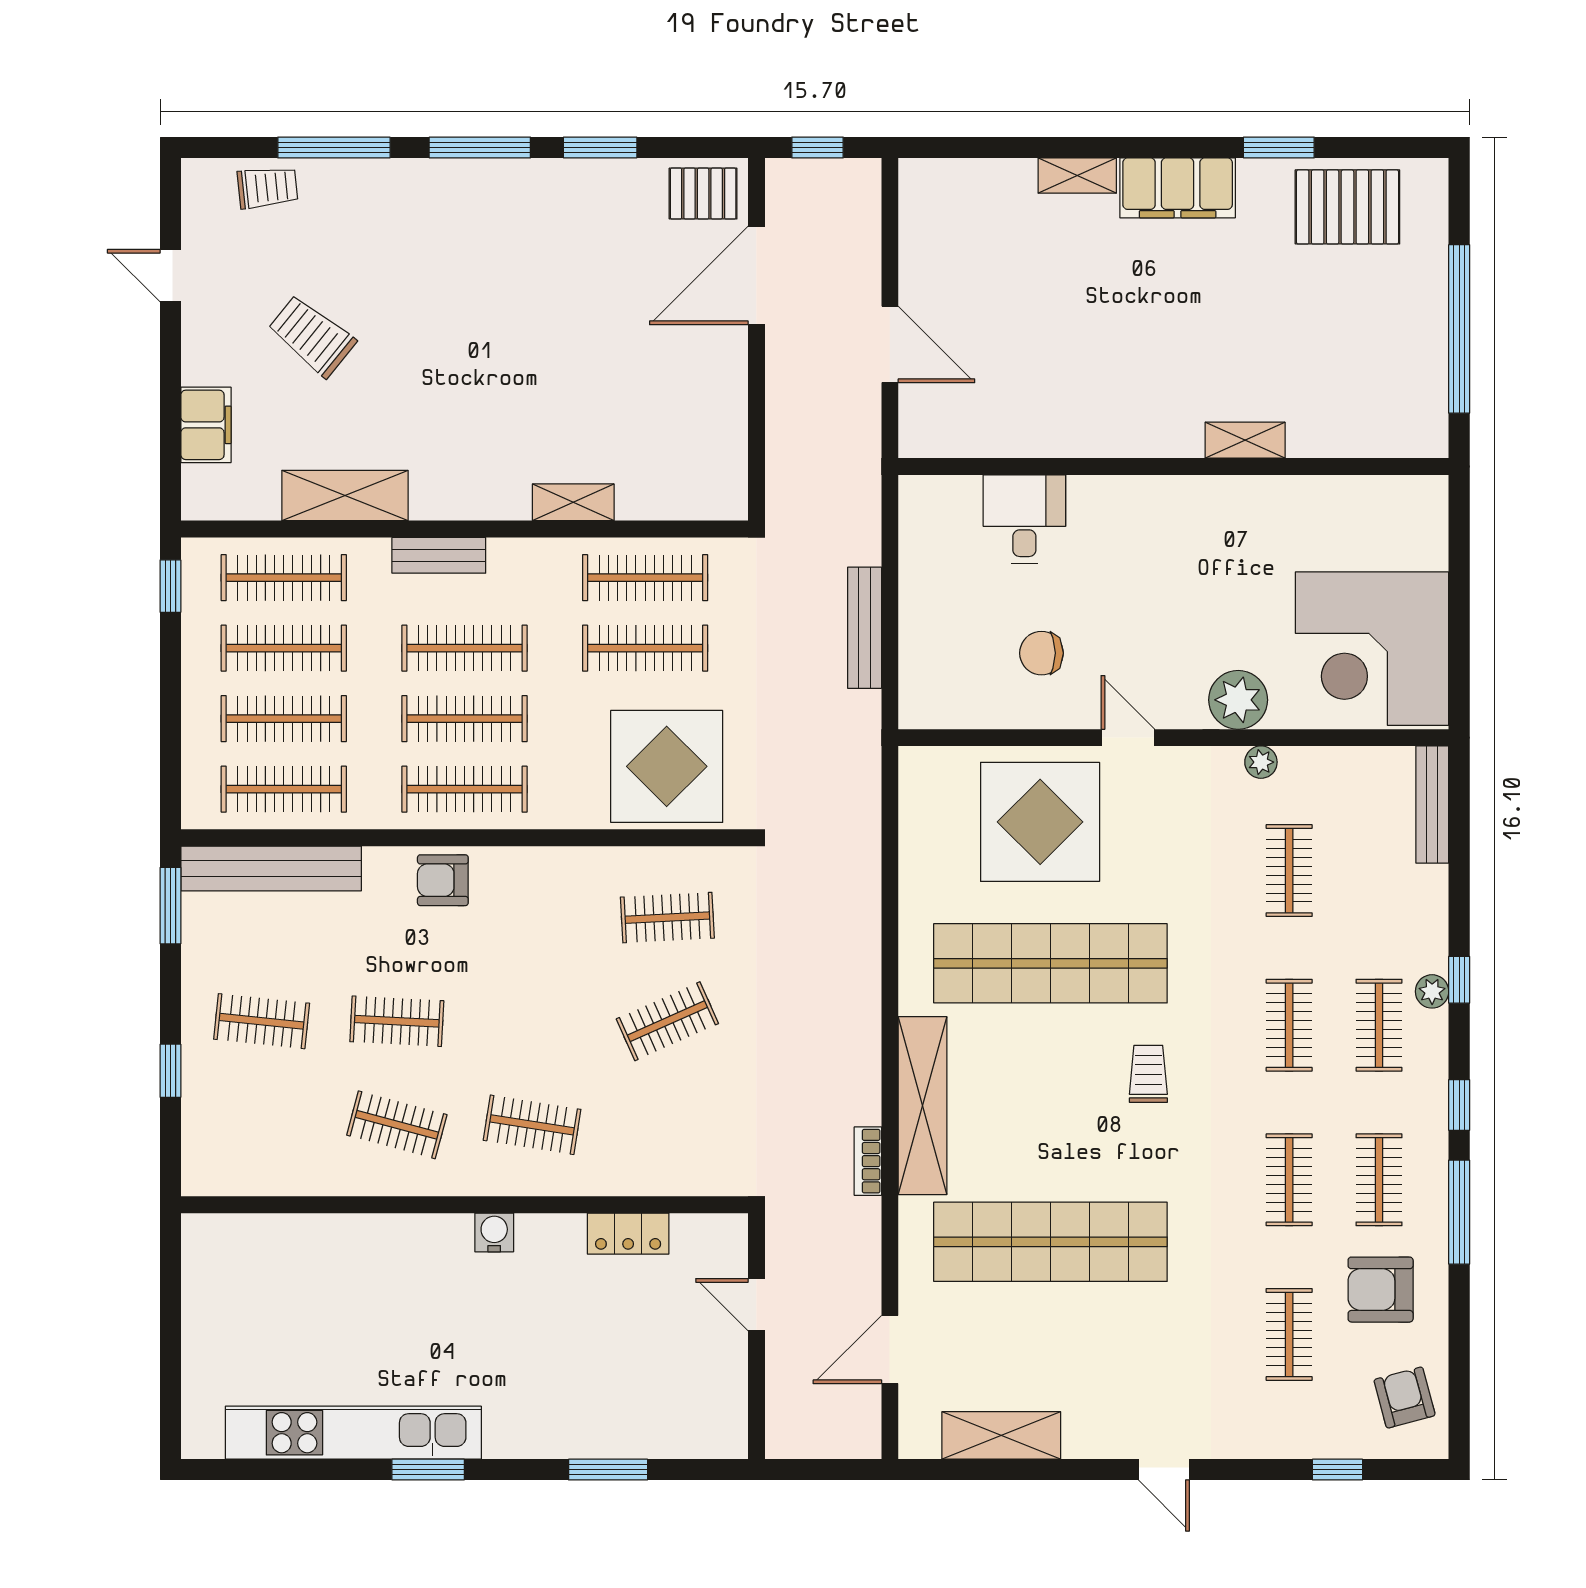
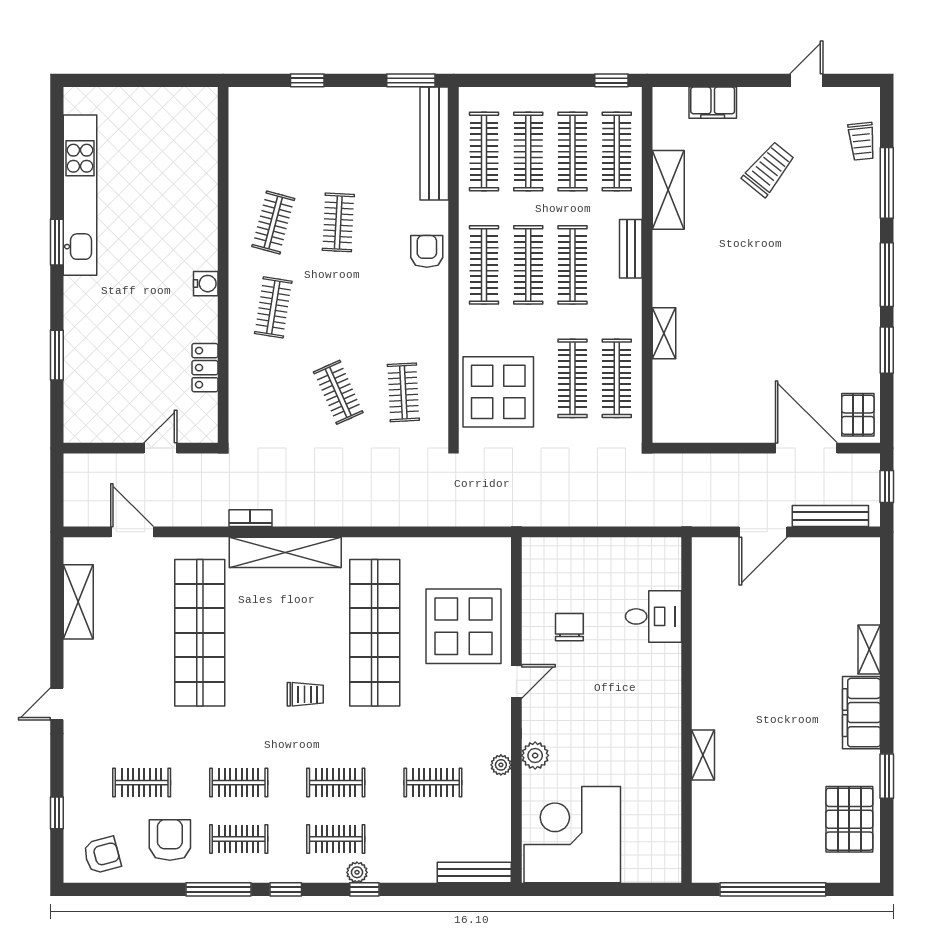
bench: (865, 628) -> (830, 516), moved
plant: (1238, 700) -> (535, 755), width x0.73, depth x0.73
clothes rail: (262, 1021) -> (338, 138), removed

